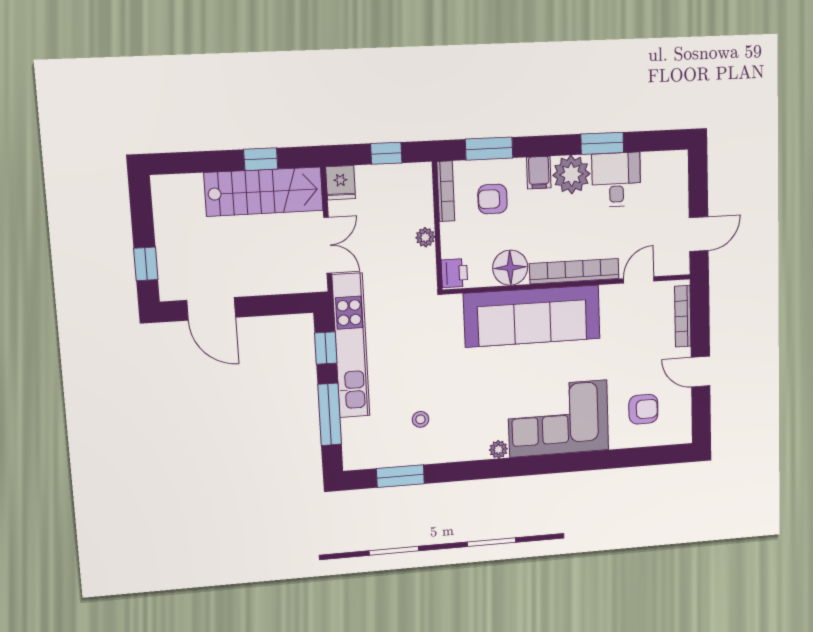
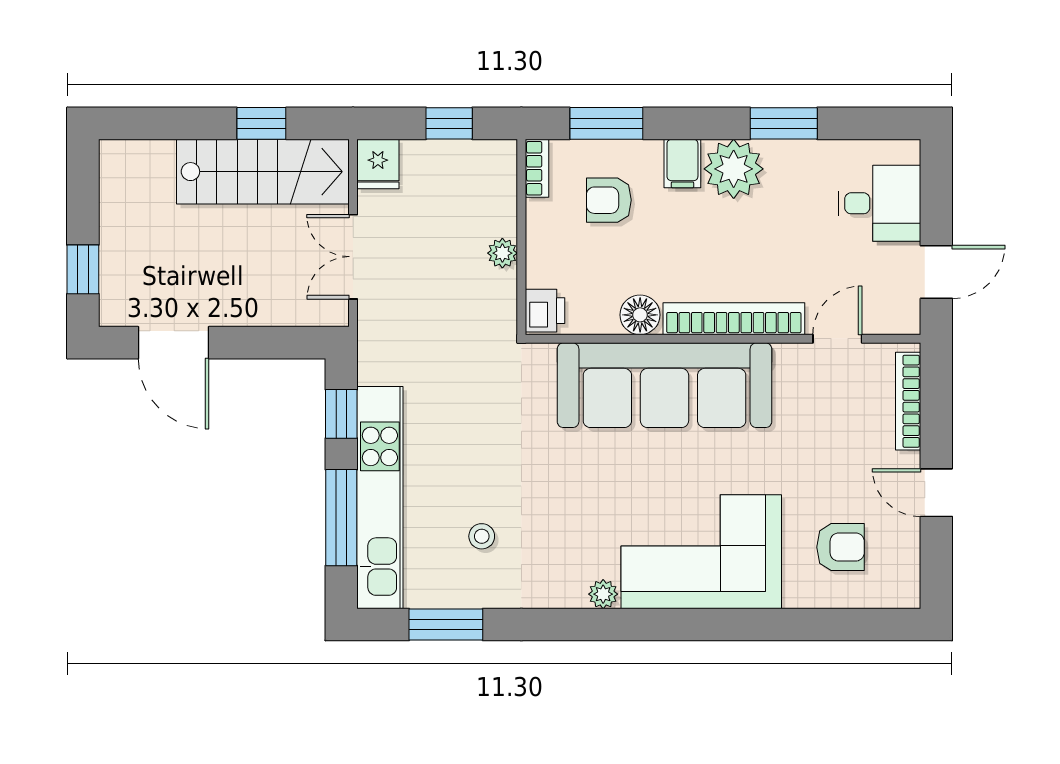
desk: (616, 180) -> (880, 203), moved, turned 90
bookcase: (446, 191) -> (537, 168), width x0.64
double door: (328, 245) -> (353, 257), swing flipped
floor lamp: (510, 268) -> (640, 315), width x0.73, depth x0.73
kitchen unit: (351, 346) -> (380, 498), moved

